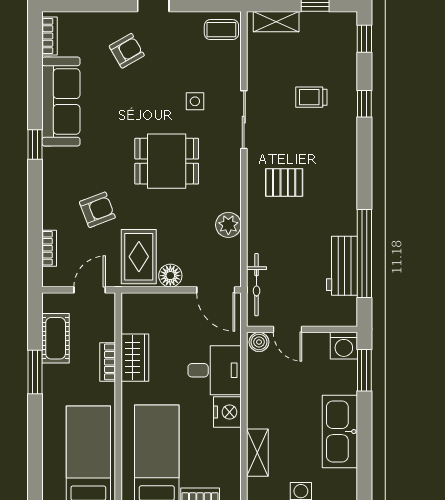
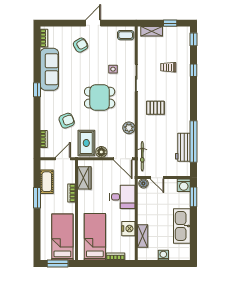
wardrobe: (135, 358) -> (84, 178), moved
nightstand: (227, 412) -> (128, 229), moved

